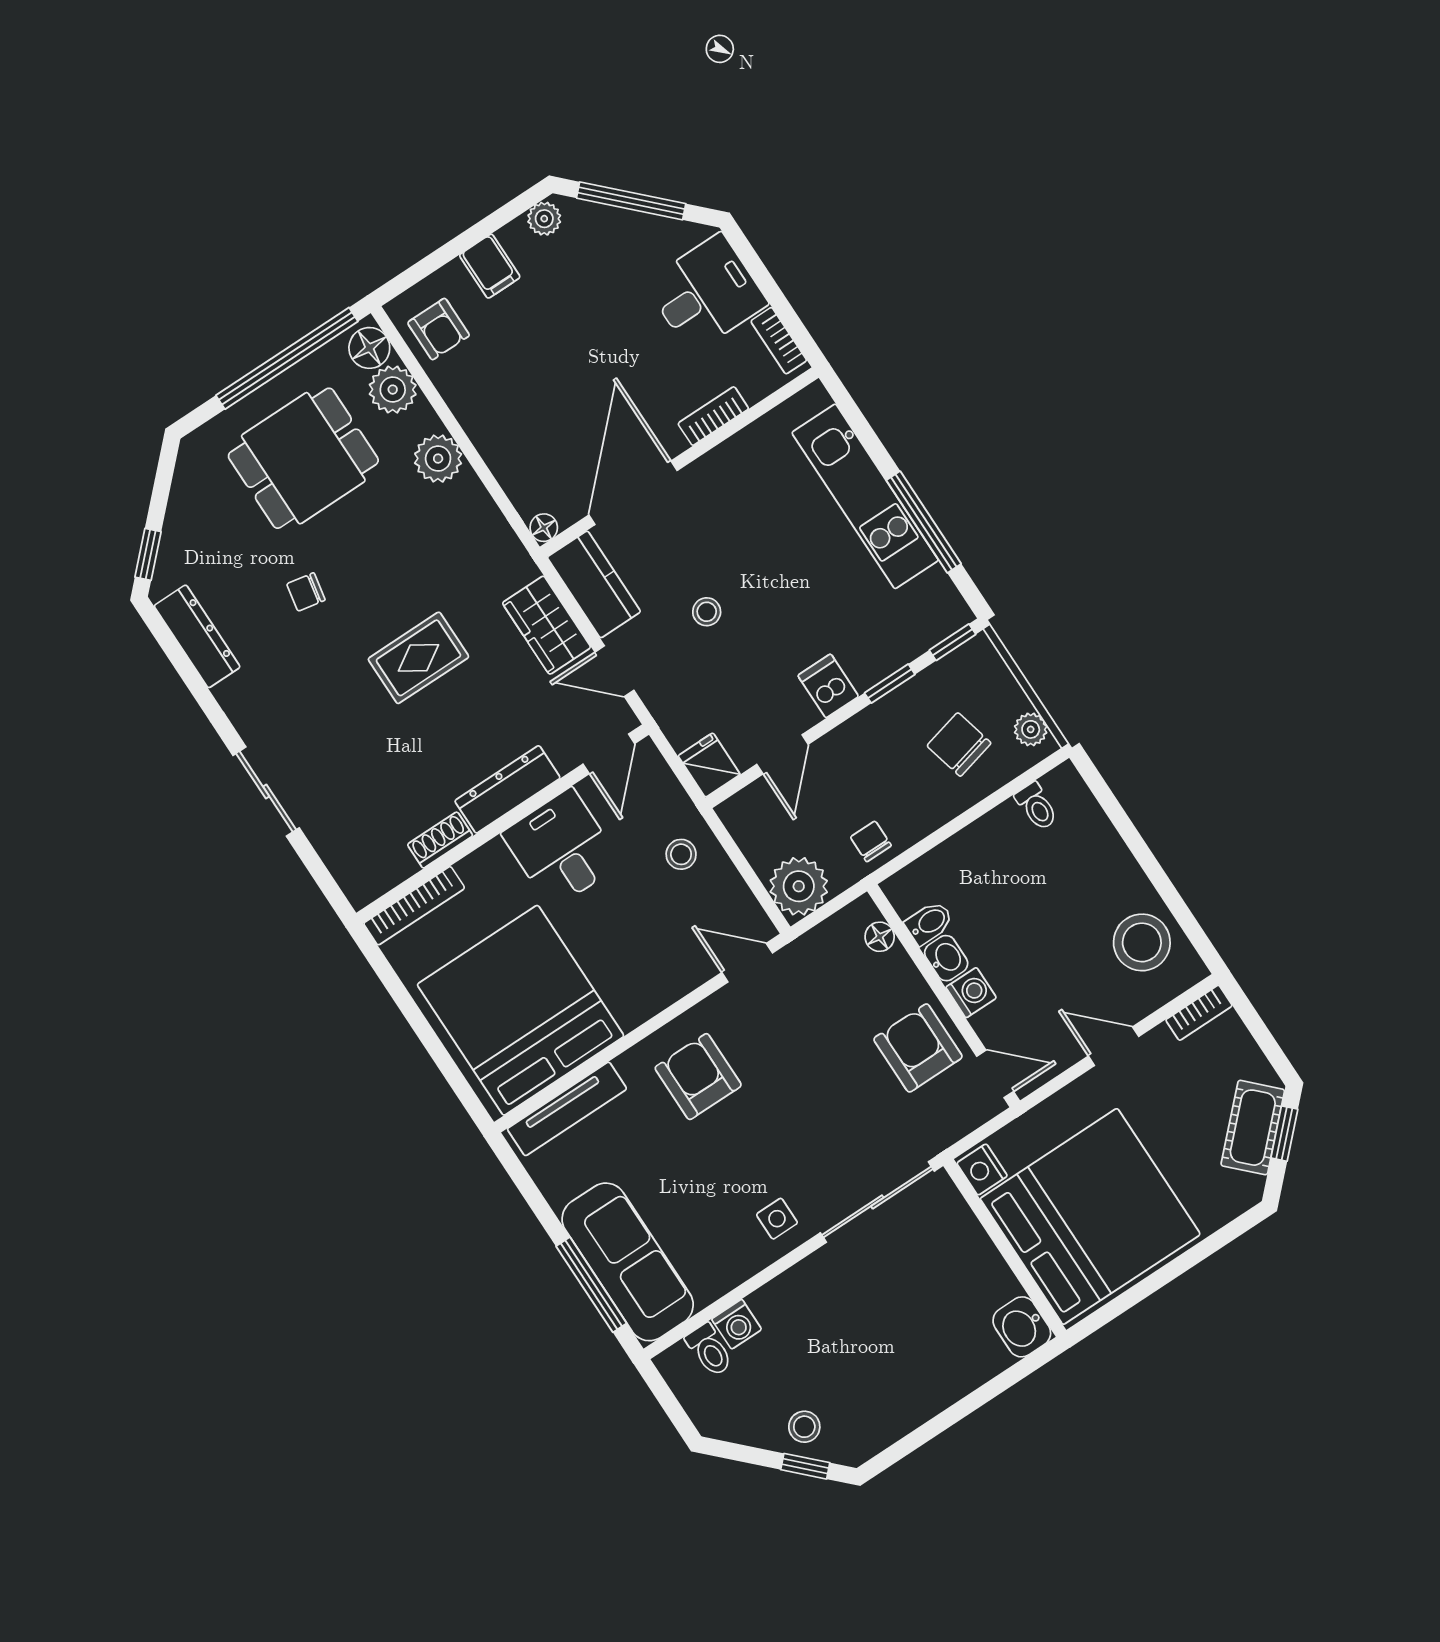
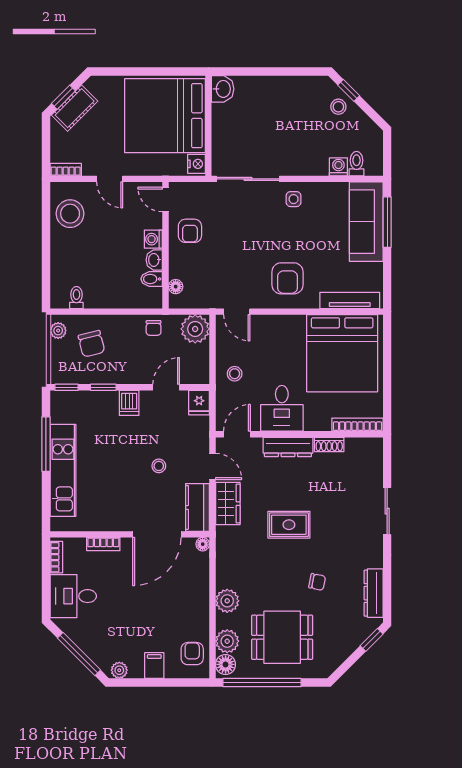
armchair: (918, 1048) -> (190, 231), width x0.72, depth x0.72

